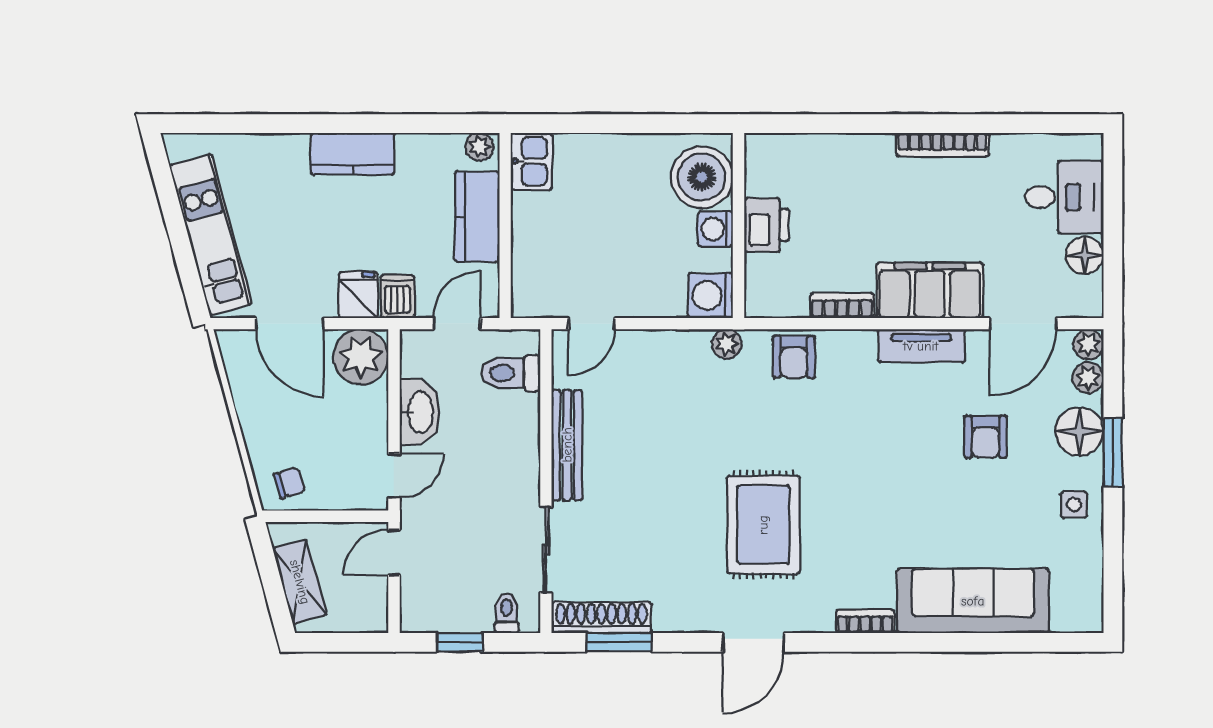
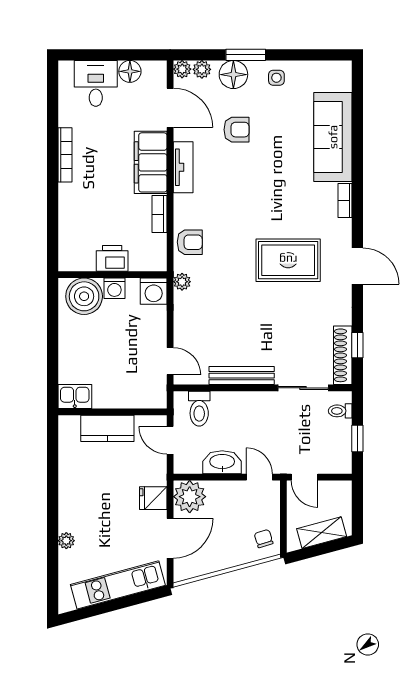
plant: (479, 147) -> (66, 541), moved
kitchen counter: (353, 154) -> (70, 502), removed
dishwasher: (397, 296) -> (154, 475), removed
window: (619, 642) -> (357, 345), width x0.67

